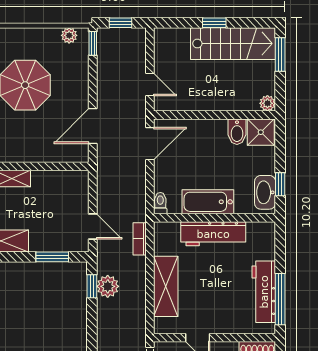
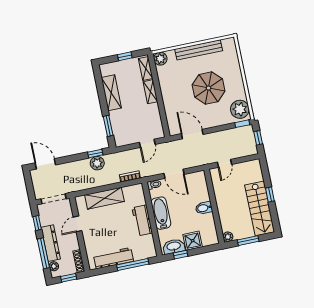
plant: (69, 35) -> (240, 109), width x1.88, depth x1.88
window: (280, 54) -> (248, 241), moved
bidet: (237, 132) -> (204, 208), moved
shower: (261, 132) -> (193, 241), moved
door: (150, 144) -> (174, 174), moved
door: (93, 227) -> (147, 143), moved
workbench: (213, 234) -> (142, 220), width x0.73
window: (280, 299) -> (133, 264), moved

